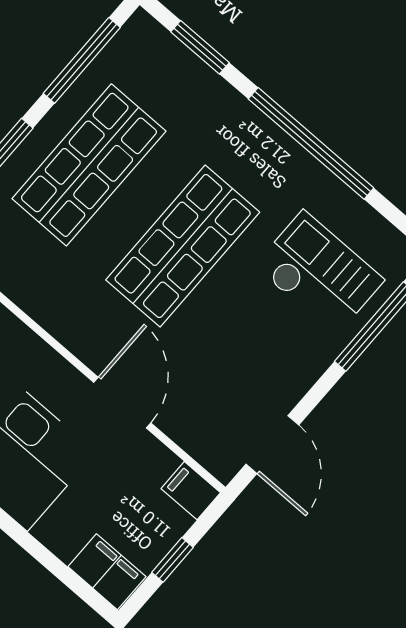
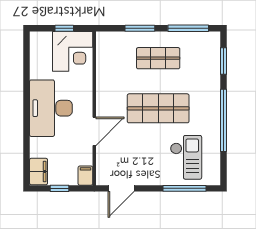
shop shelf: (89, 165) -> (158, 58), width x0.70, depth x0.74

